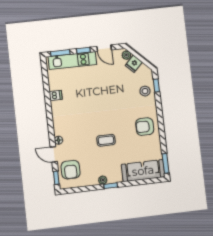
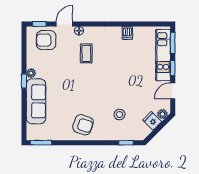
stool: (145, 91) -> (120, 114), moved
armchair: (145, 127) -> (83, 125), turned 109
coffee table: (106, 140) -> (86, 53), moved
sofa: (143, 171) -> (36, 101), moved

